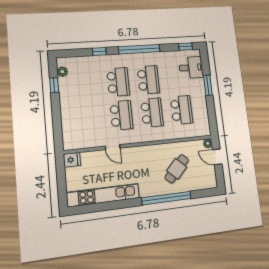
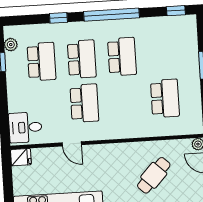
desk: (191, 68) -> (25, 127), moved, turned 180
school desk: (152, 113) -> (41, 62), moved

